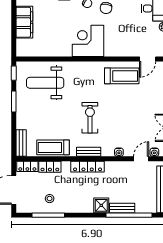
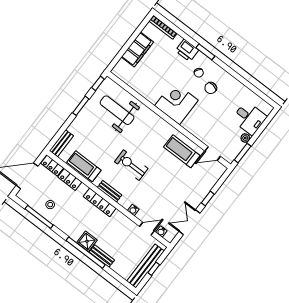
treadmill: (122, 76) -> (182, 151), turned 180
exercise bike: (90, 118) -> (131, 165), turned -90
window: (129, 215) -> (86, 253), moved

